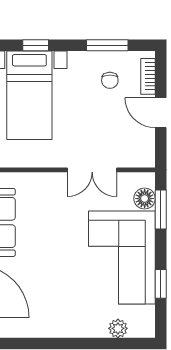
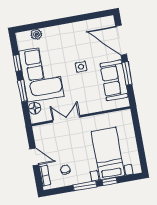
window: (107, 45) -> (85, 186), moved
window: (161, 210) -> (22, 91), moved
side table: (49, 257) -> (81, 67), added

